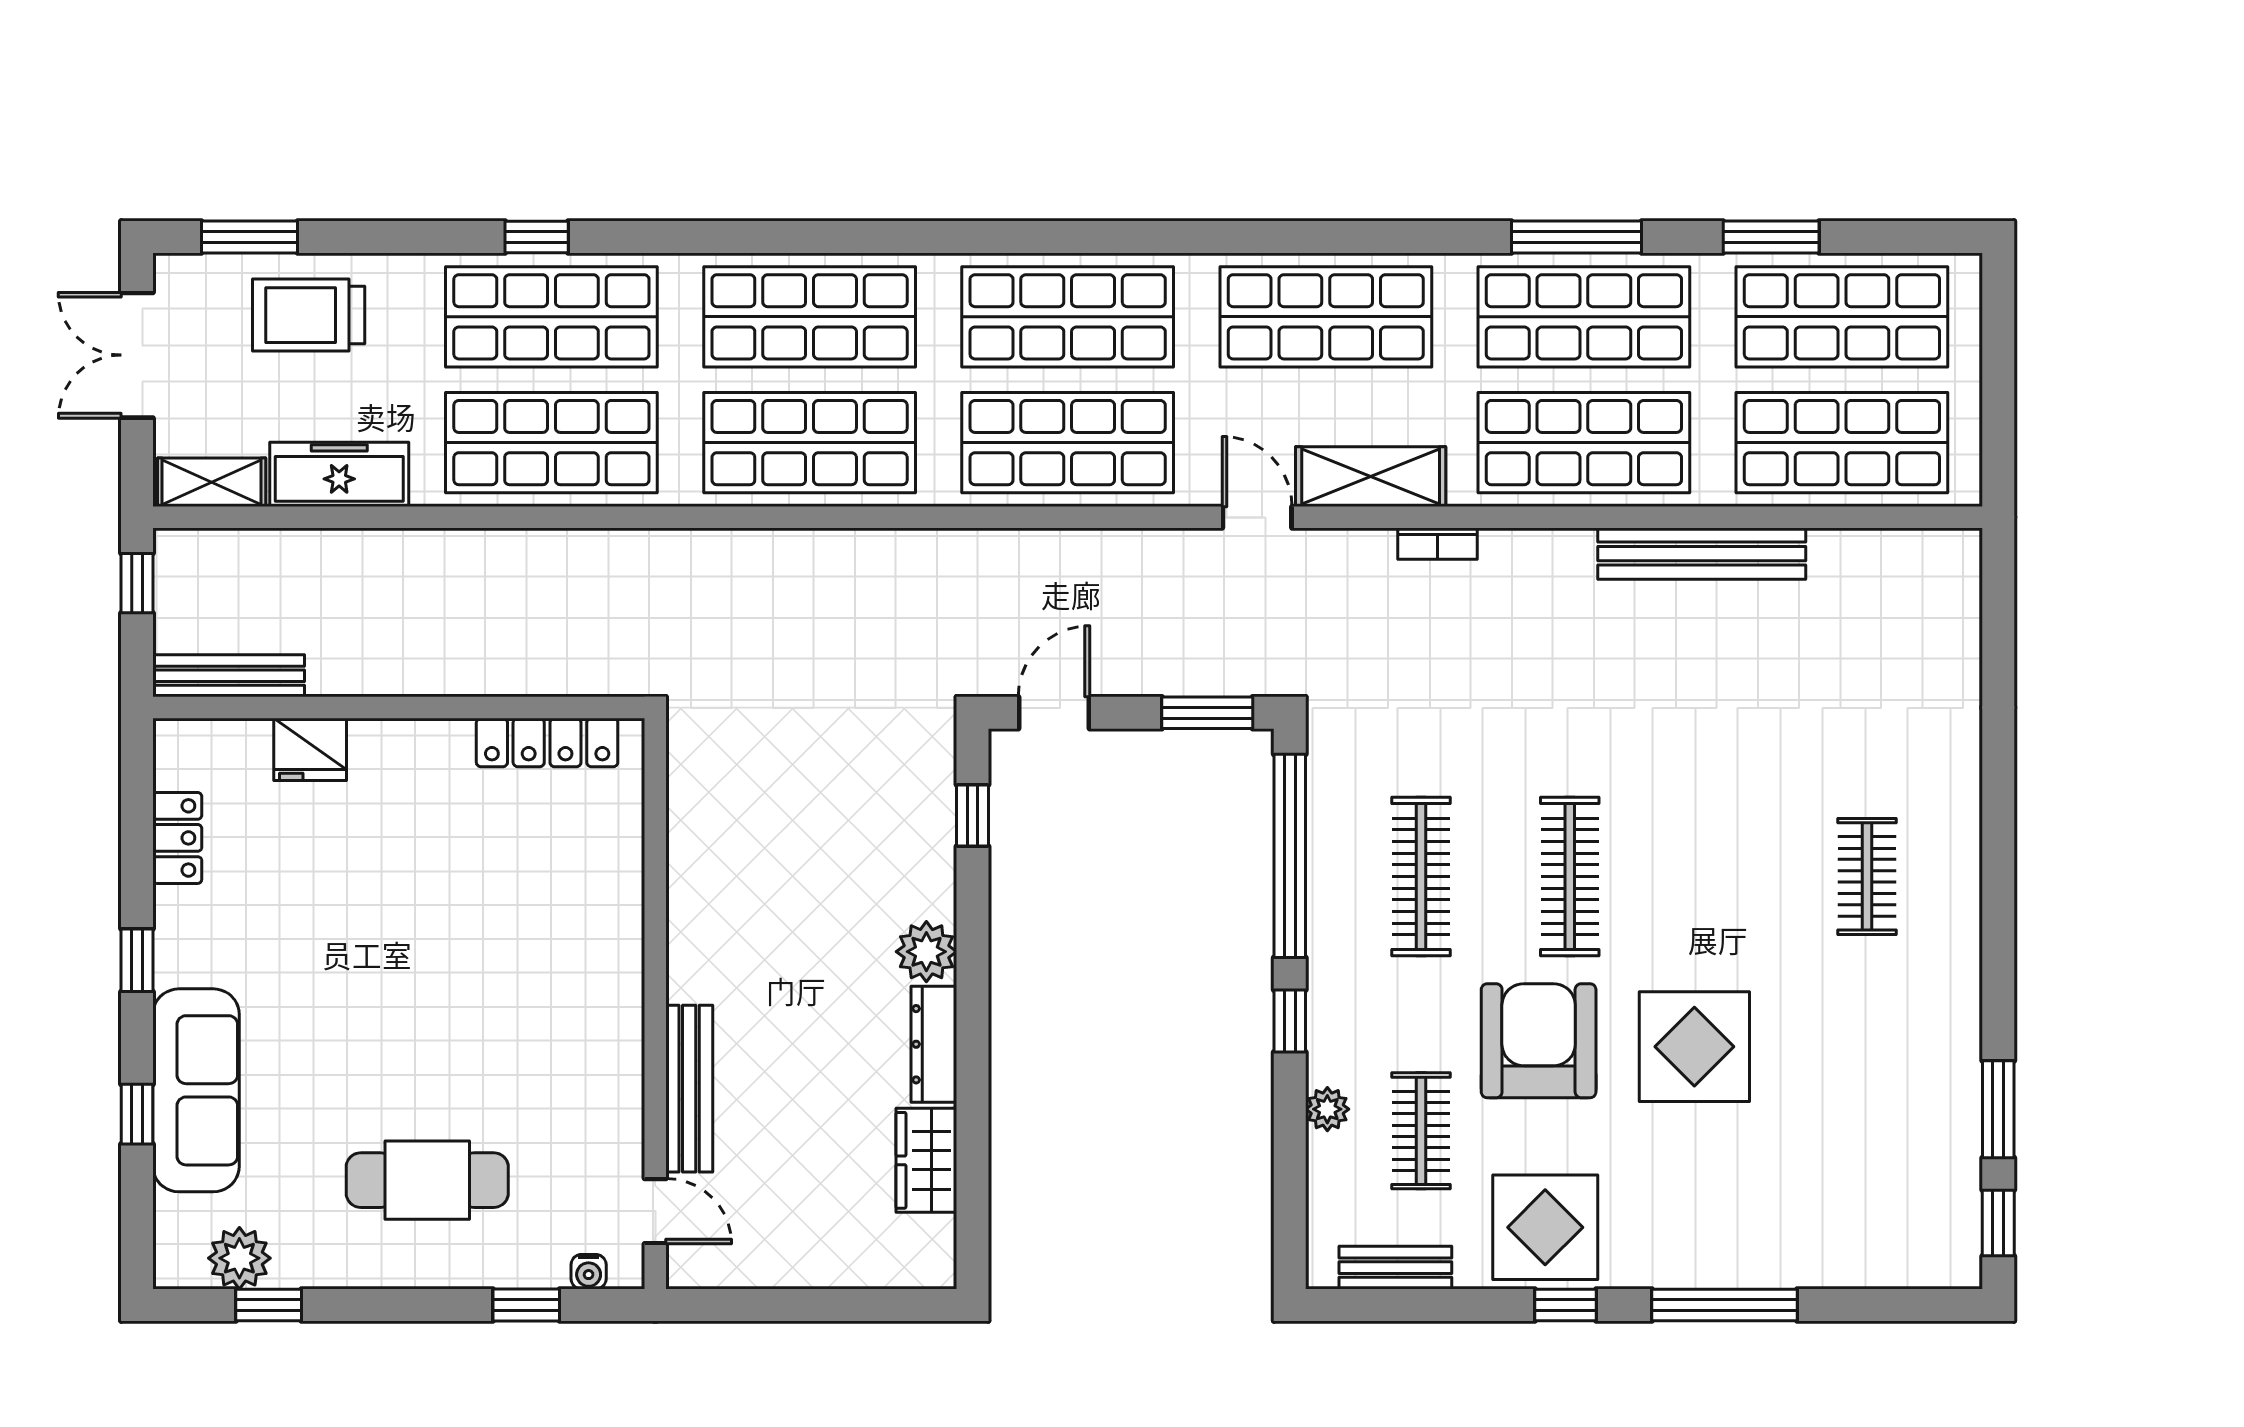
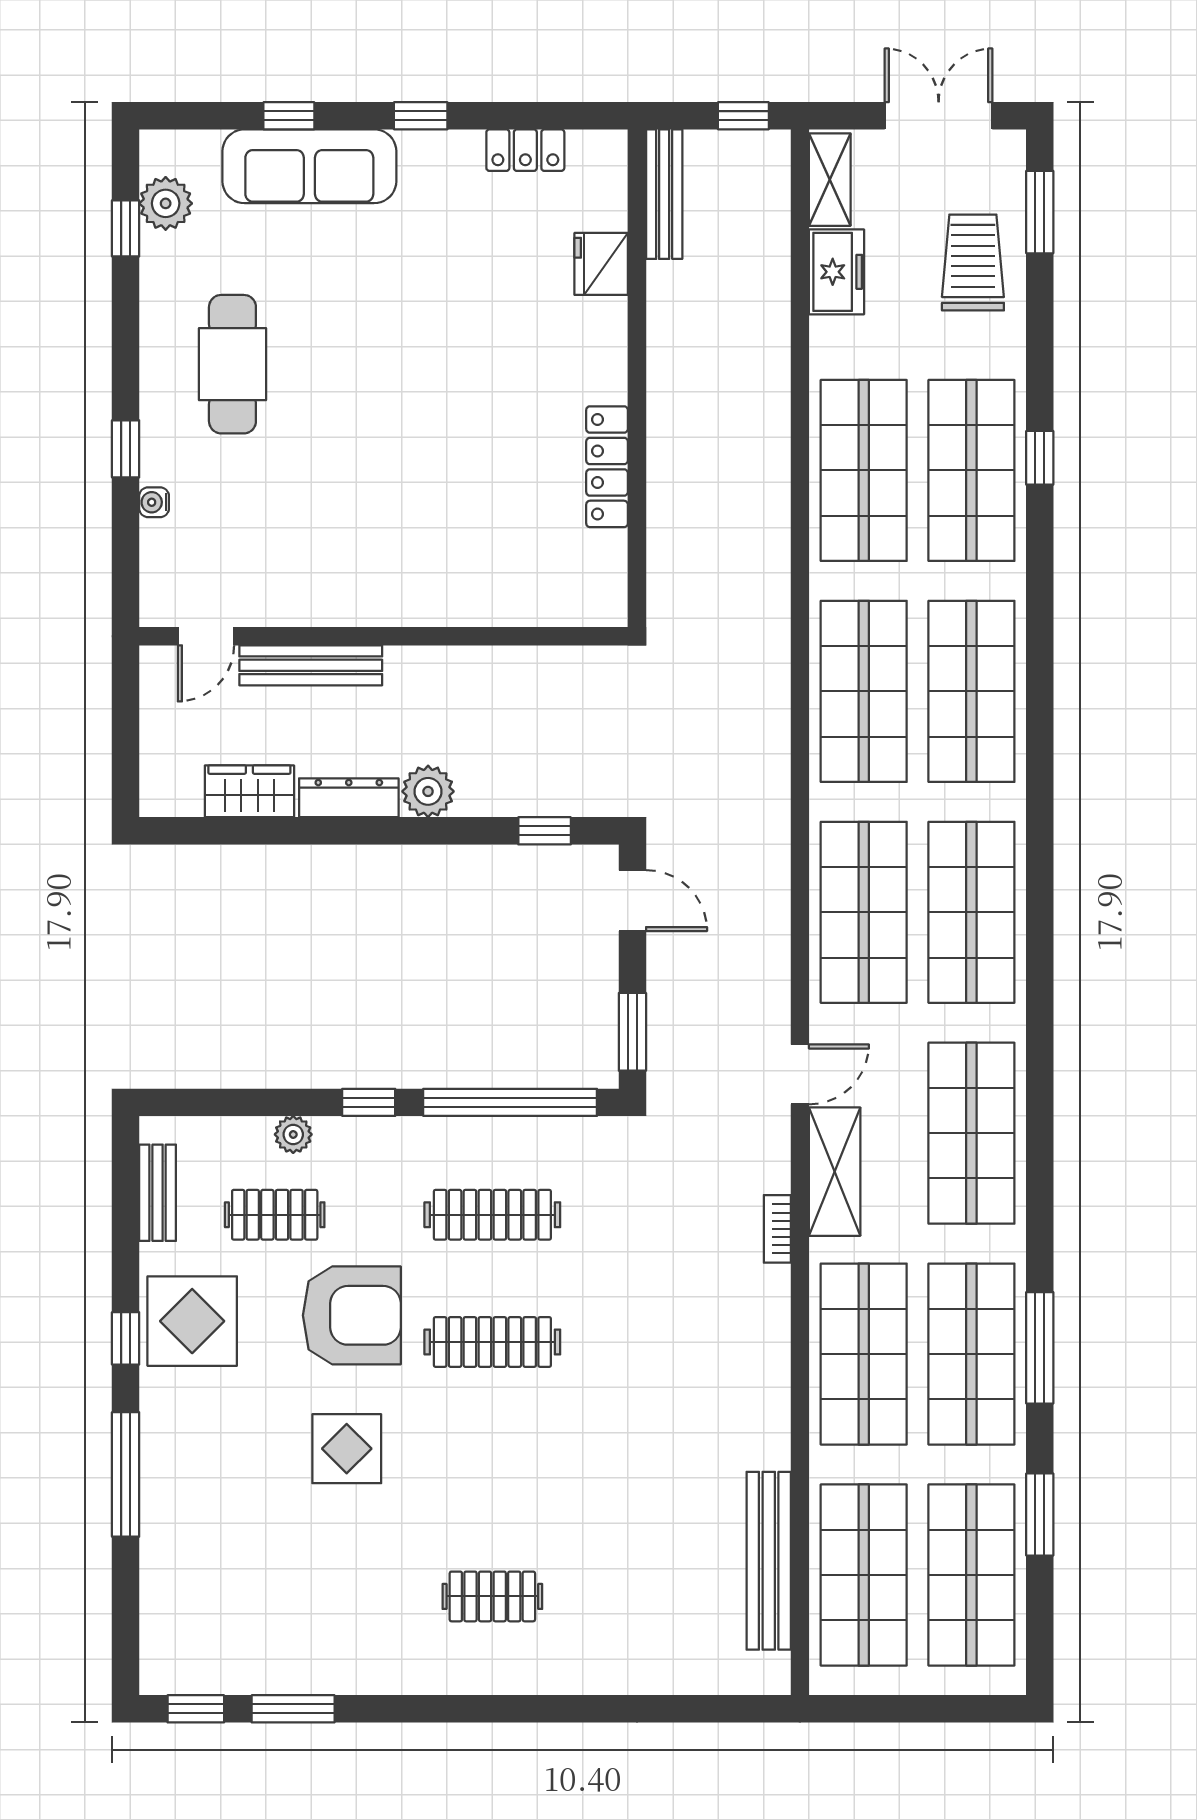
freezer: (339, 474) -> (837, 272), width x0.71
bench: (1702, 554) -> (769, 1561), moved
wall: (655, 1004) -> (384, 636), moved
display table: (1694, 1047) -> (347, 1449), width x0.73, depth x0.73
bench: (689, 1089) -> (311, 665), moved
door: (655, 1211) -> (206, 636), moved

